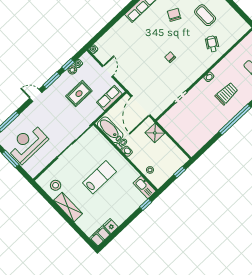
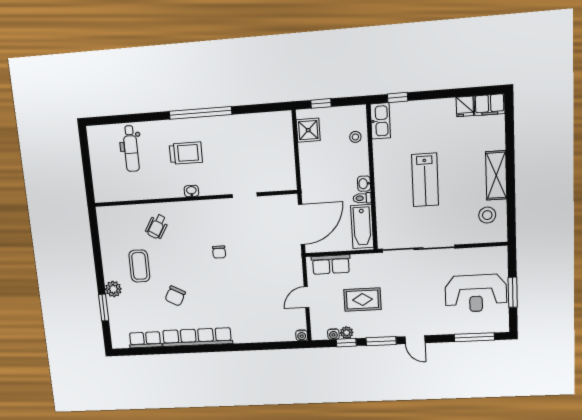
trolley: (227, 94) -> (186, 153), turned 180
shower: (155, 133) -> (308, 130), moved
lab bench: (99, 177) -> (425, 180), turned -90

